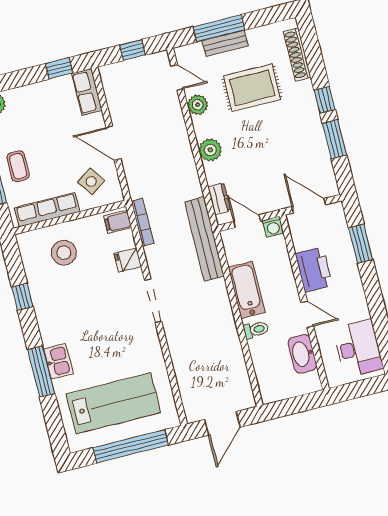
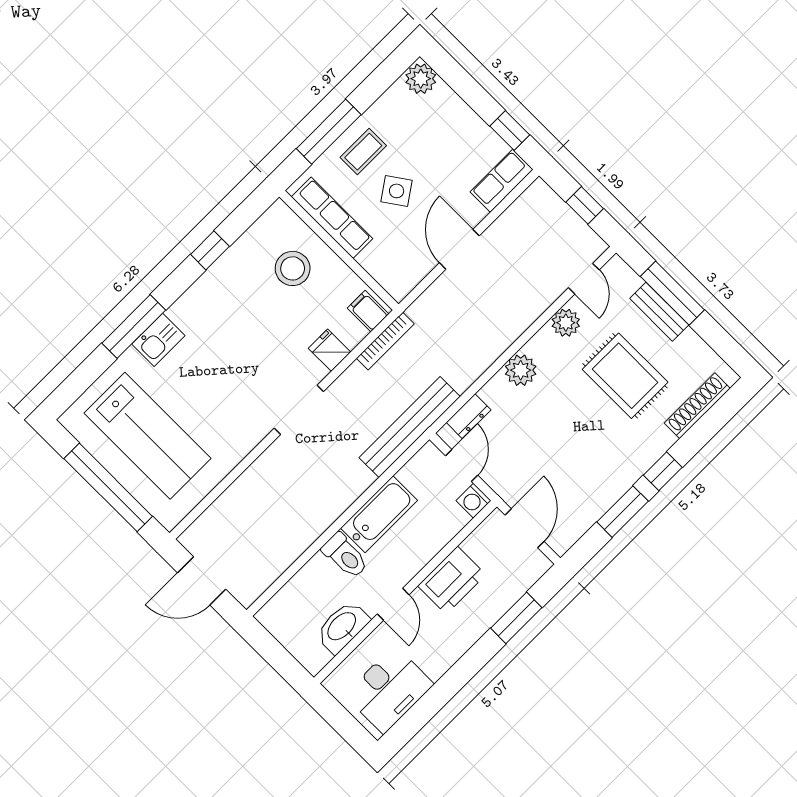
side table: (91, 182) -> (397, 191), moved
toilet: (256, 330) -> (345, 556), width x1.37, depth x1.39

